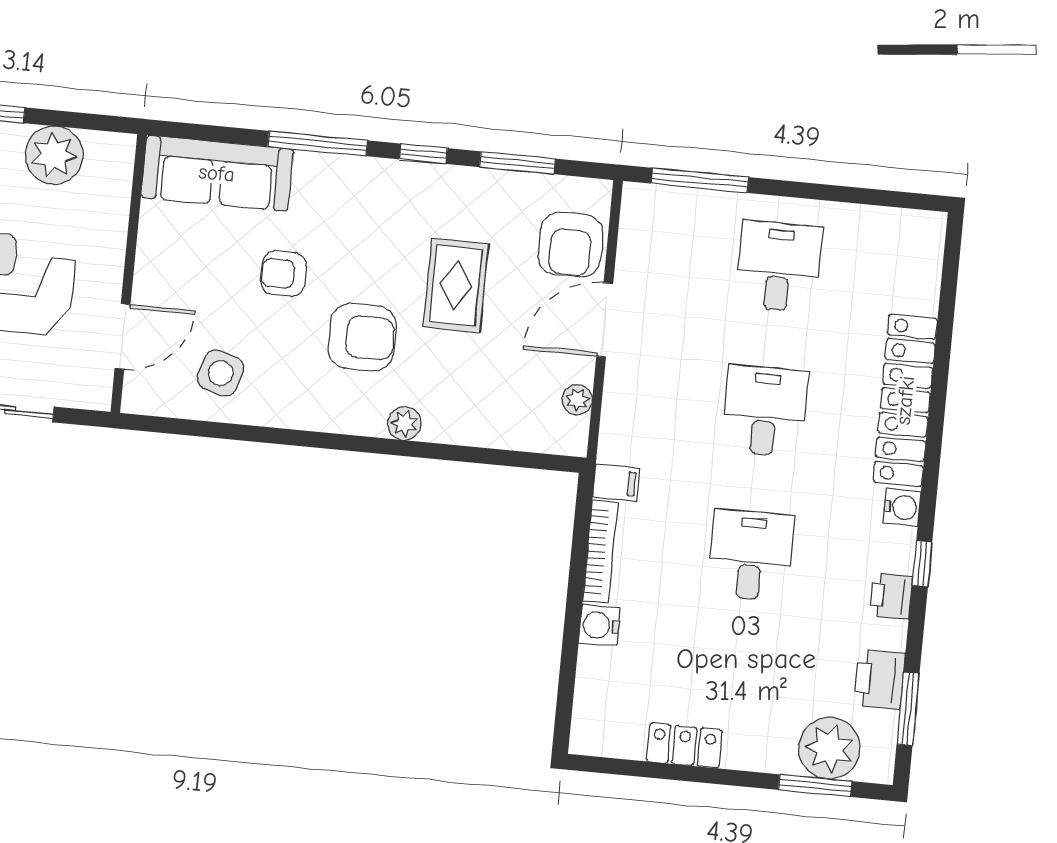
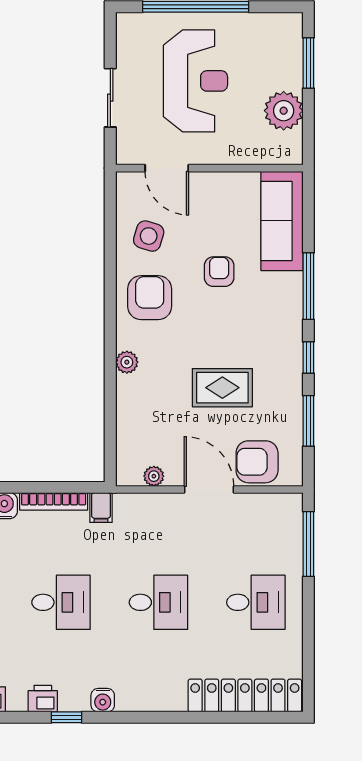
armchair: (362, 337) -> (150, 298), moved, turned 180
locker: (905, 400) -> (245, 696), moved

